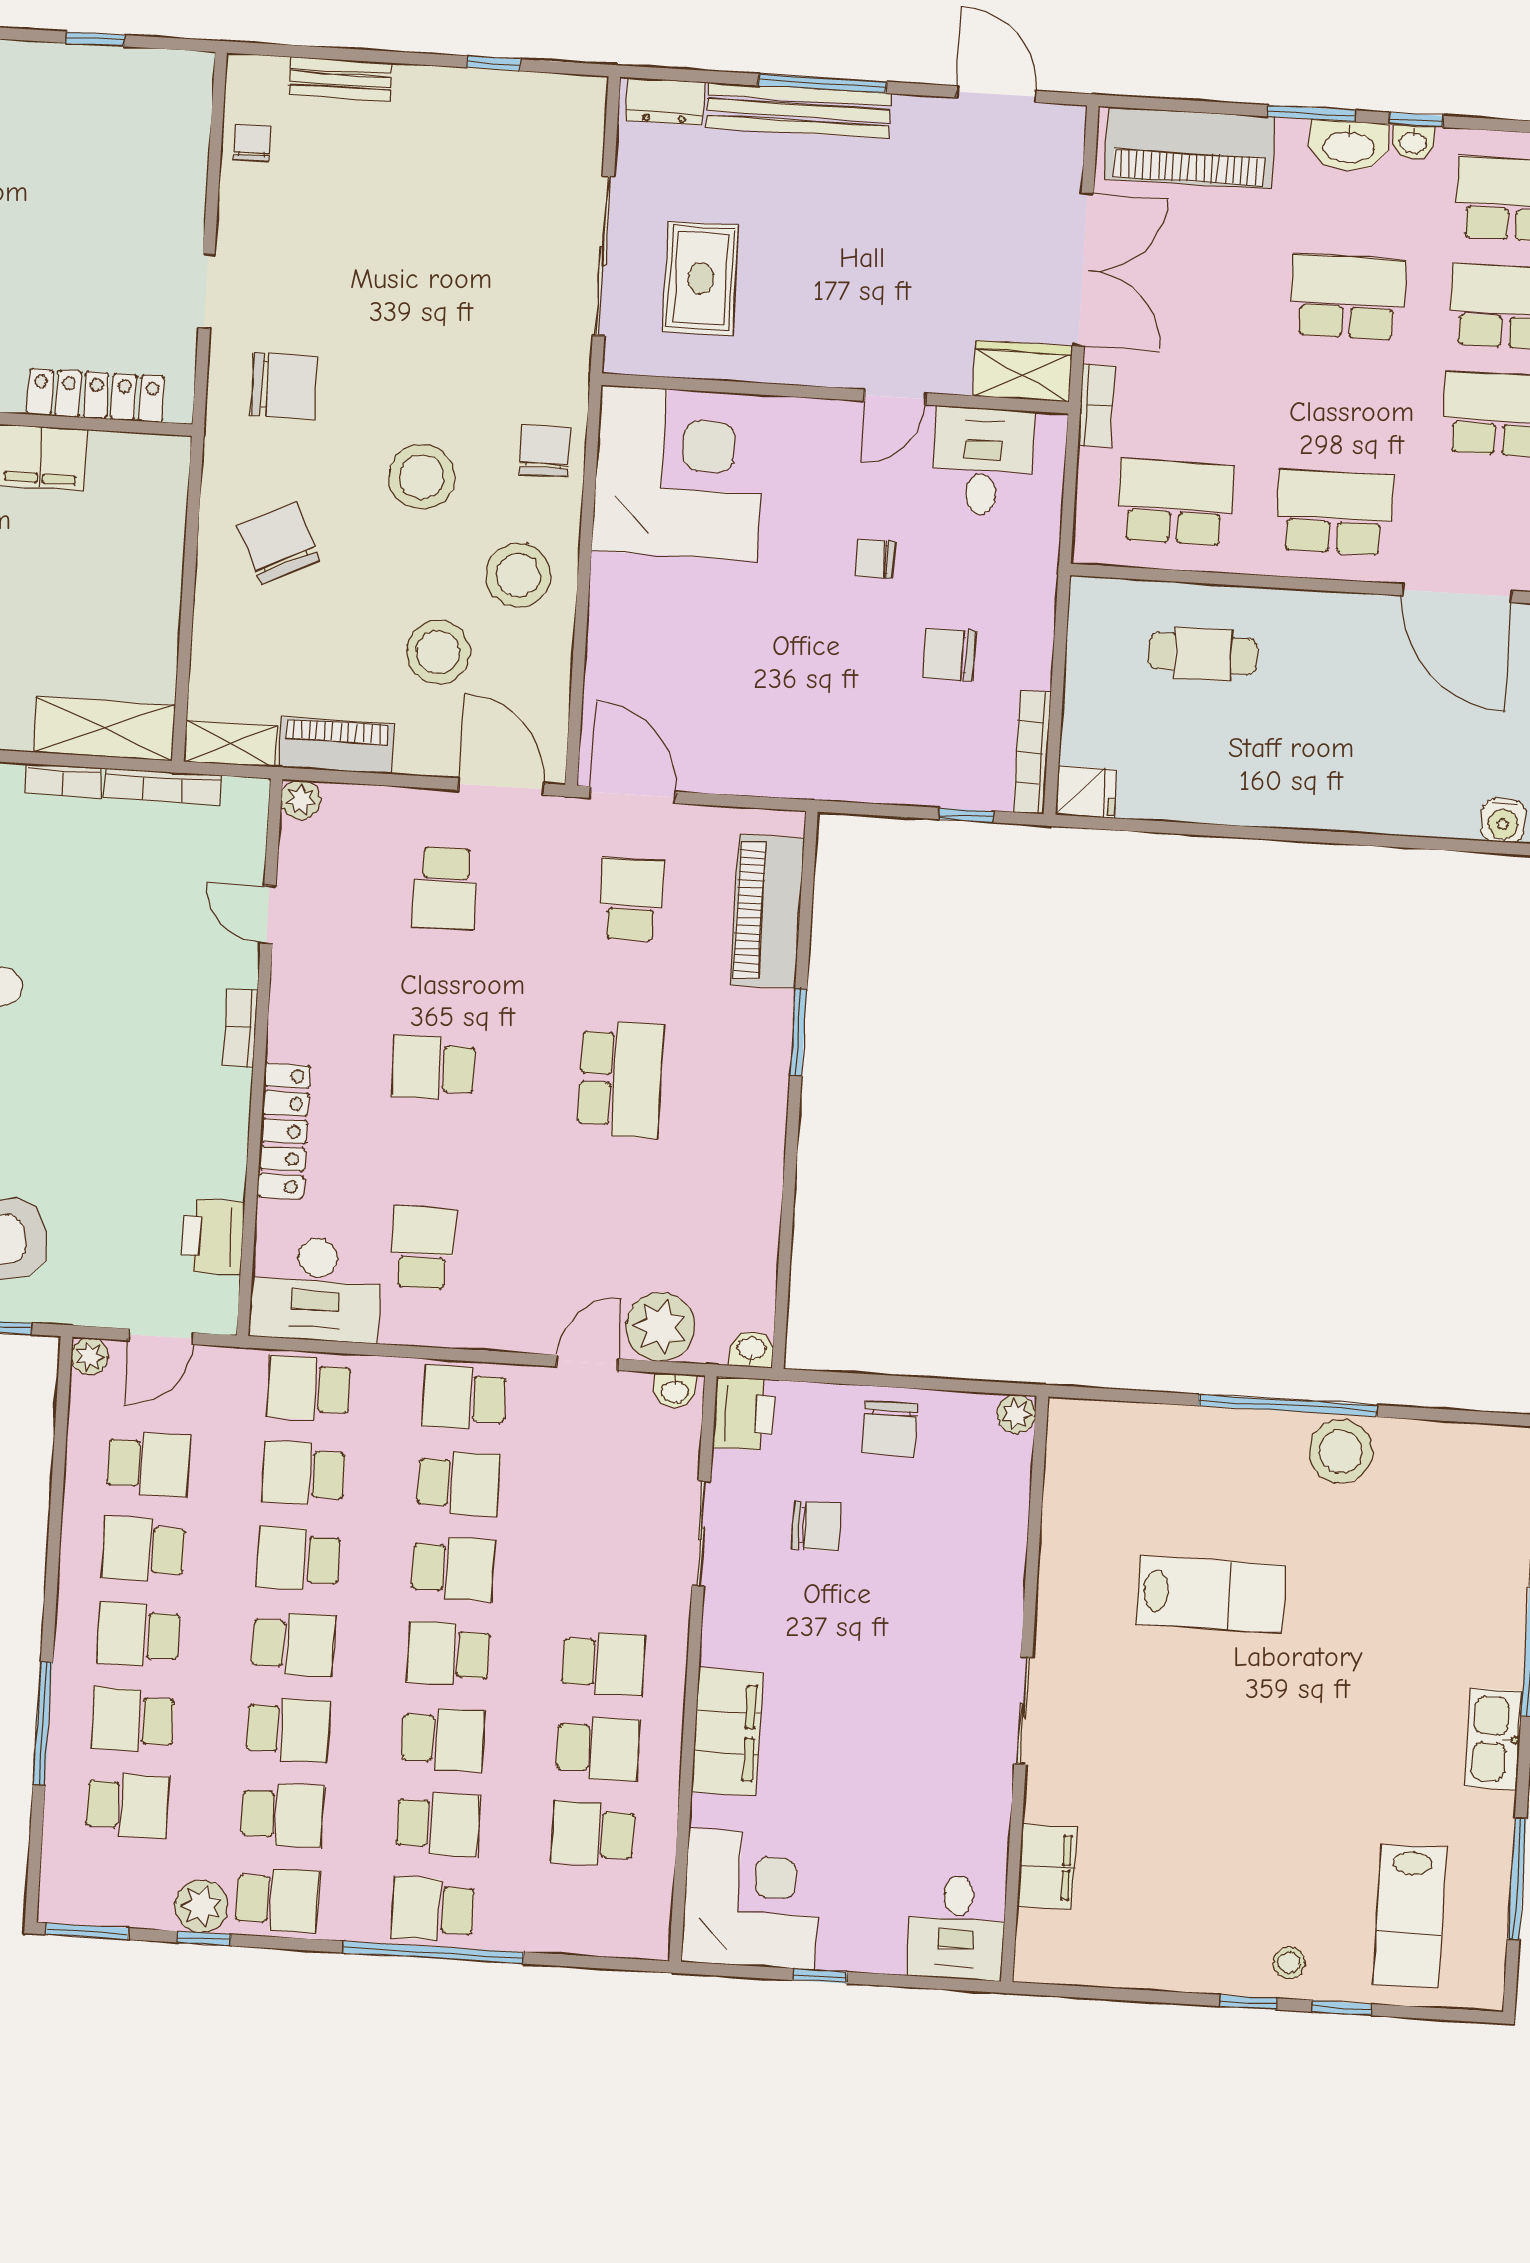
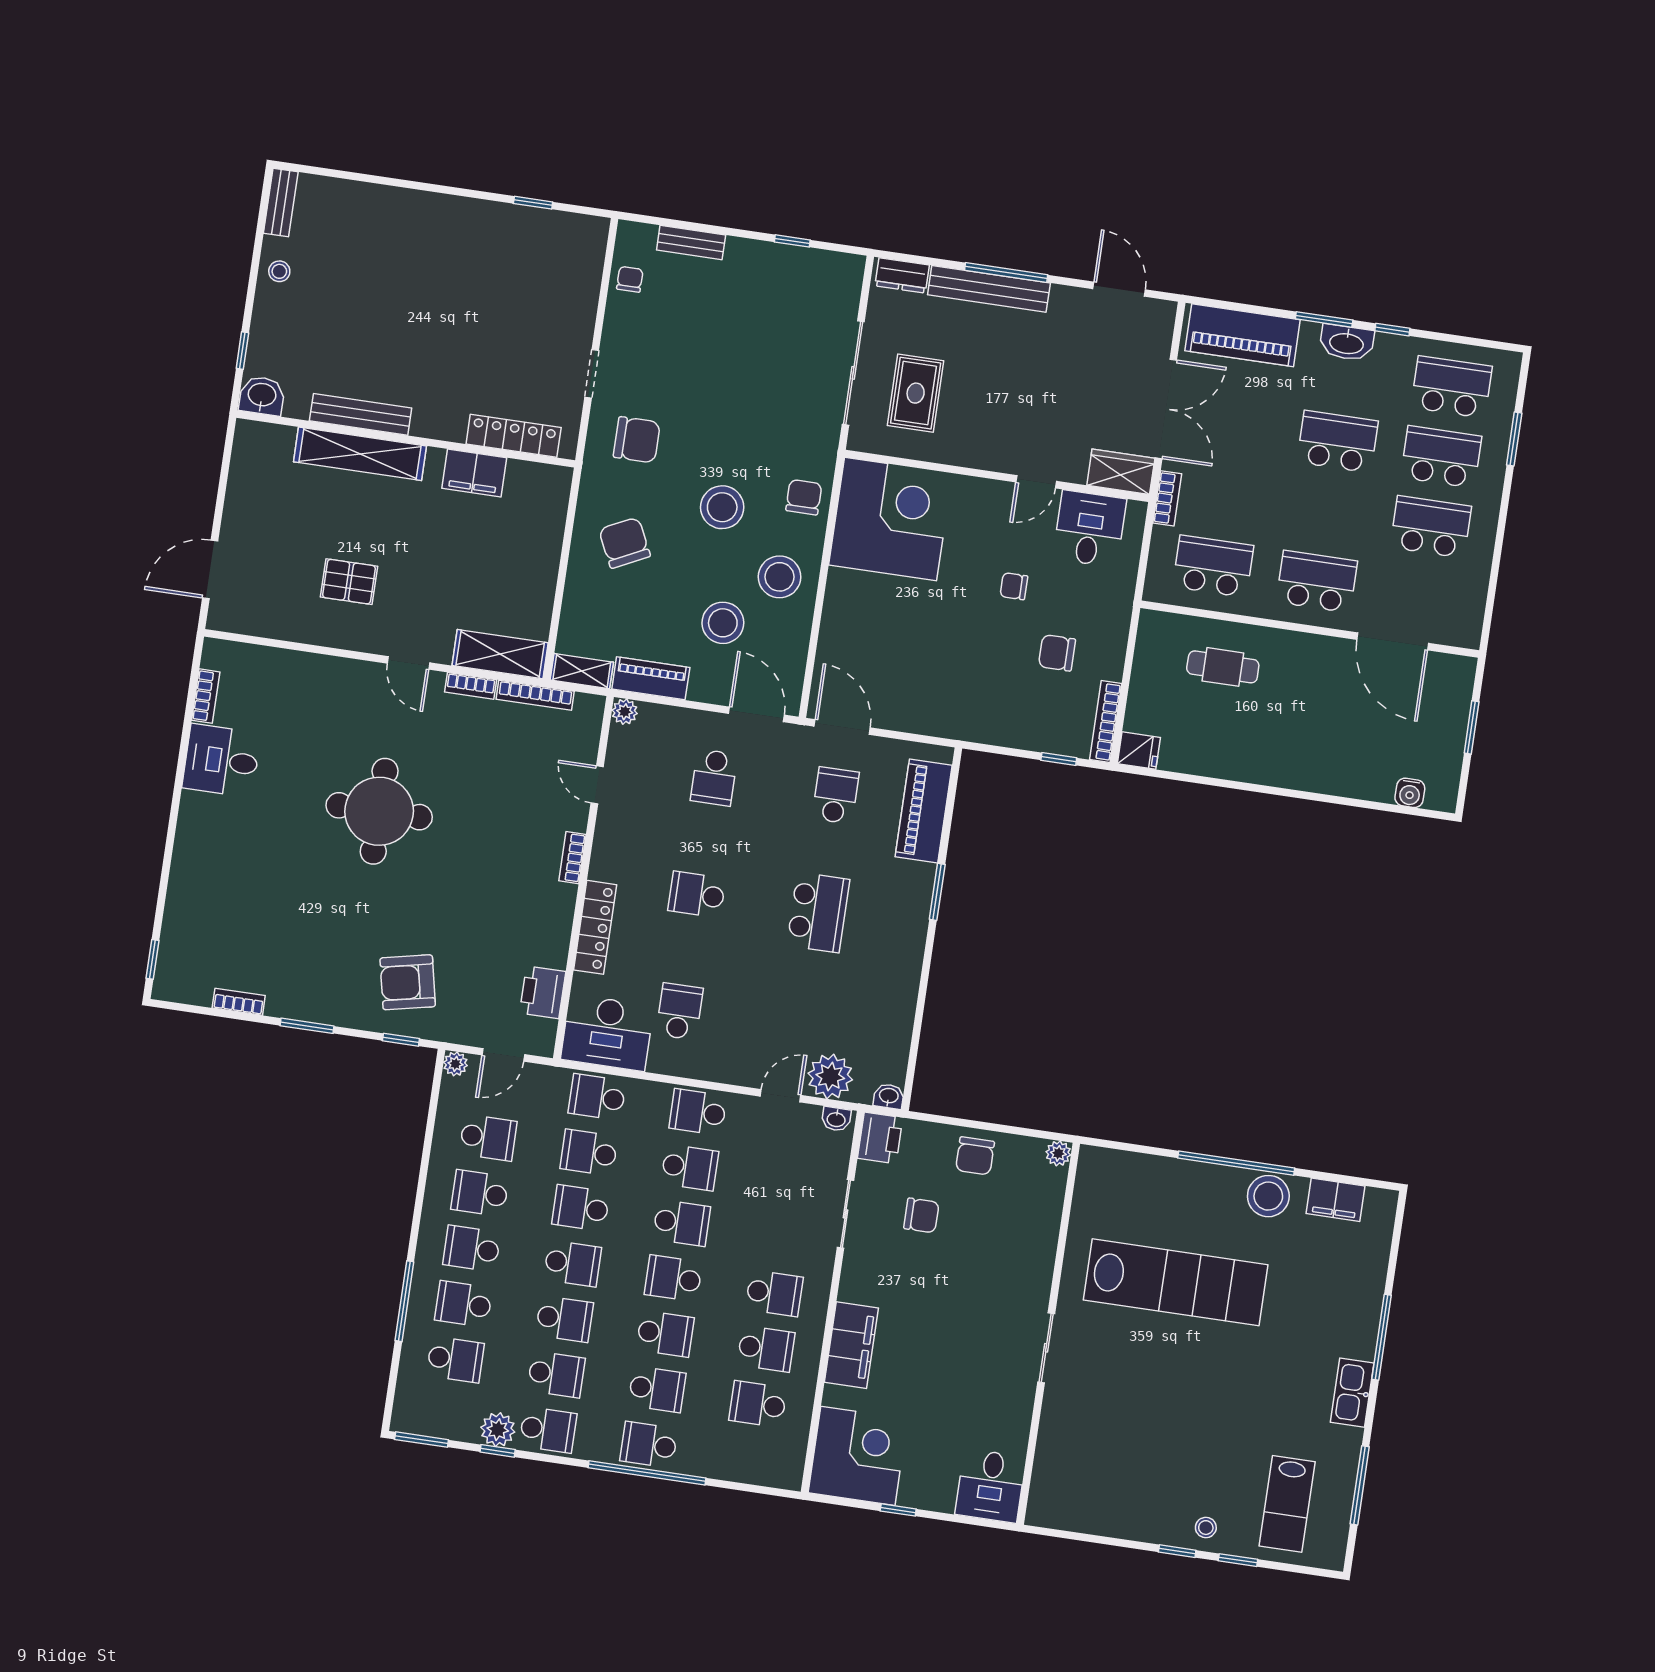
washbasin: (1413, 142) -> (1389, 344), removed
lab bench: (1211, 1594) -> (1176, 1282), width x1.86, depth x1.39
filing cabinet: (1047, 1867) -> (1336, 1200), moved, turned 90

